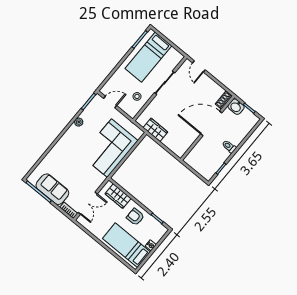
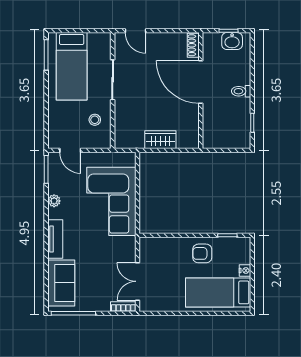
door: (110, 102) -> (70, 150), swing flipped
washbasin: (236, 107) -> (232, 41), moved
door: (211, 123) -> (201, 82), hinge flipped
wardrobe: (155, 130) -> (160, 140), moved
tv unit: (62, 143) -> (55, 239), added
sofa: (52, 189) -> (61, 283), moved, turned 90
wardrobe: (118, 196) -> (165, 246), removed
double door: (88, 203) -> (138, 281), swing flipped

